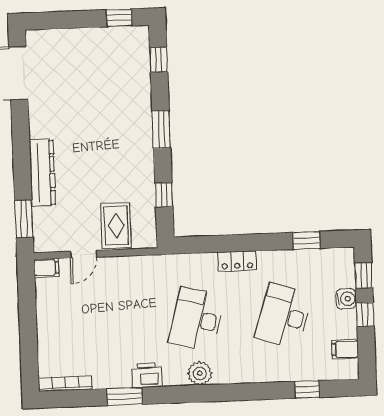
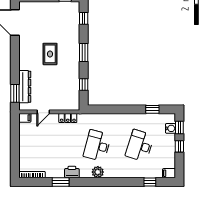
dresser: (42, 173) -> (25, 87), moved
rug: (116, 225) -> (50, 54), moved
locker: (237, 261) -> (68, 118), moved
water cooler: (346, 299) -> (170, 128), moved
filing cabinet: (345, 349) -> (169, 173), moved

